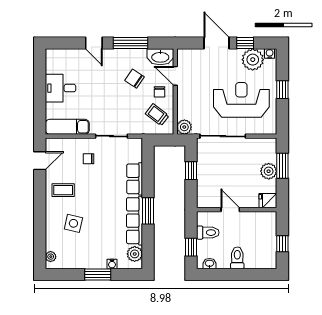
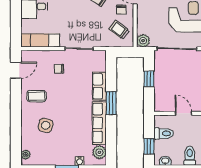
window: (148, 211) -> (111, 103), moved

